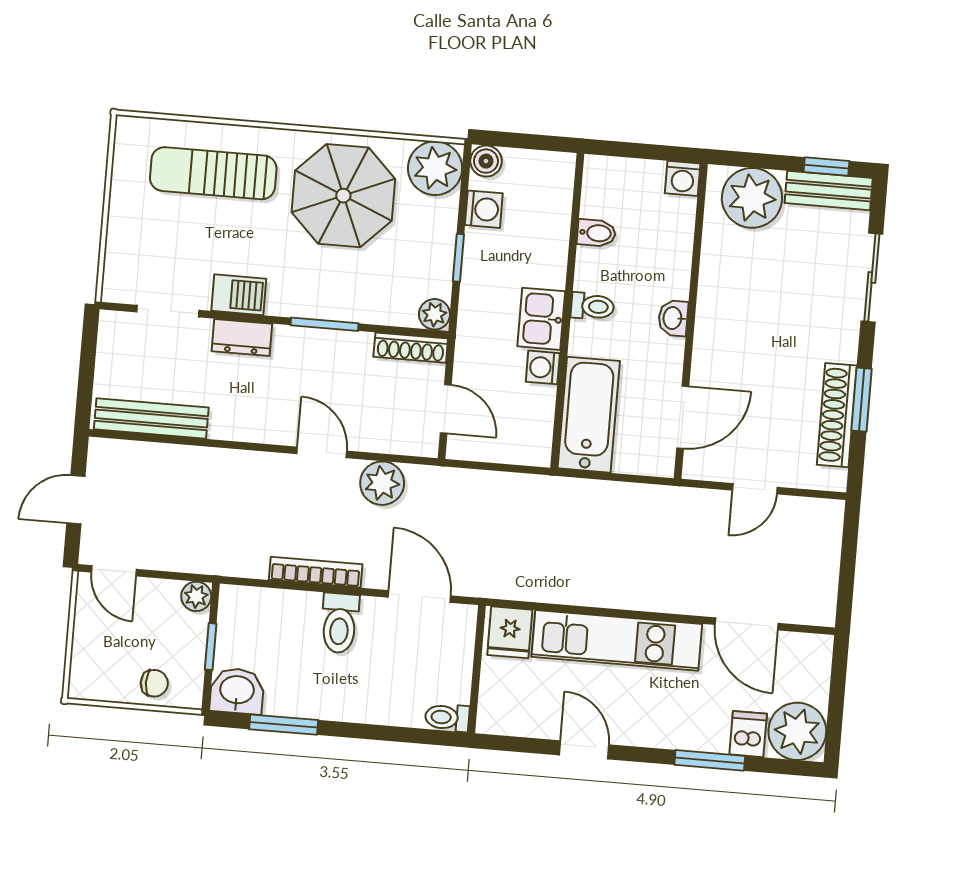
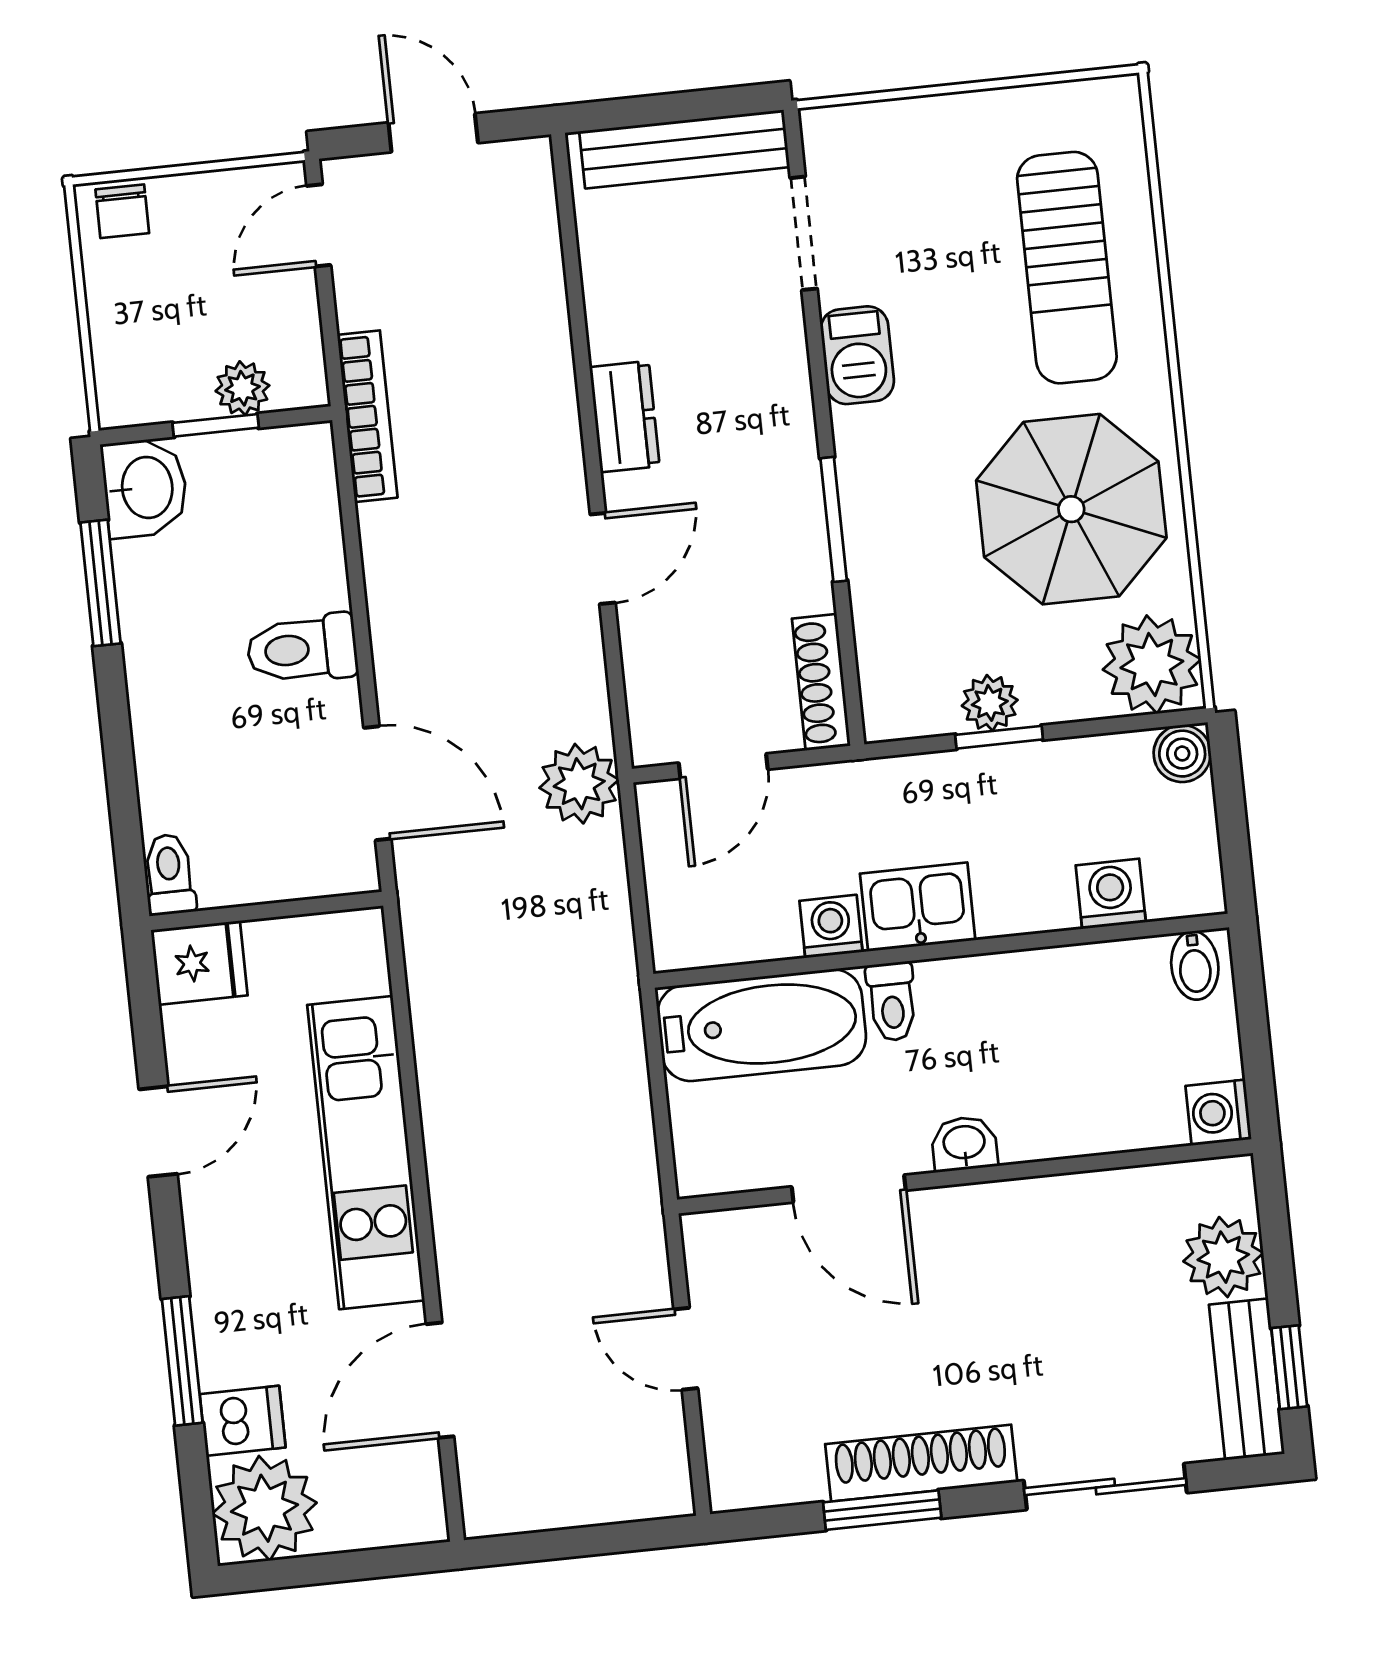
sun lounger: (213, 173) -> (1067, 268), turned 180
plant: (752, 198) -> (1223, 1257), width x0.73, depth x0.73
washing machine: (484, 209) -> (1111, 894), moved, turned 180
bidet: (596, 233) -> (1195, 966), moved
toilet: (592, 306) -> (892, 1002), moved
plant: (434, 314) -> (990, 703), moved
dresser: (242, 337) -> (625, 417), moved, turned 180
shoe rack: (837, 415) -> (921, 1463), moved
door: (683, 417) -> (849, 1189), moved
bench: (151, 418) -> (684, 149), moved, turned 90
plant: (382, 483) -> (579, 784), moved
bookcase: (316, 572) -> (367, 416), moved
plant: (196, 596) -> (242, 388), moved
door: (419, 596) -> (377, 783), hinge flipped
fridge: (510, 632) -> (199, 963), moved, turned 180
chair: (154, 683) -> (122, 211), moved

